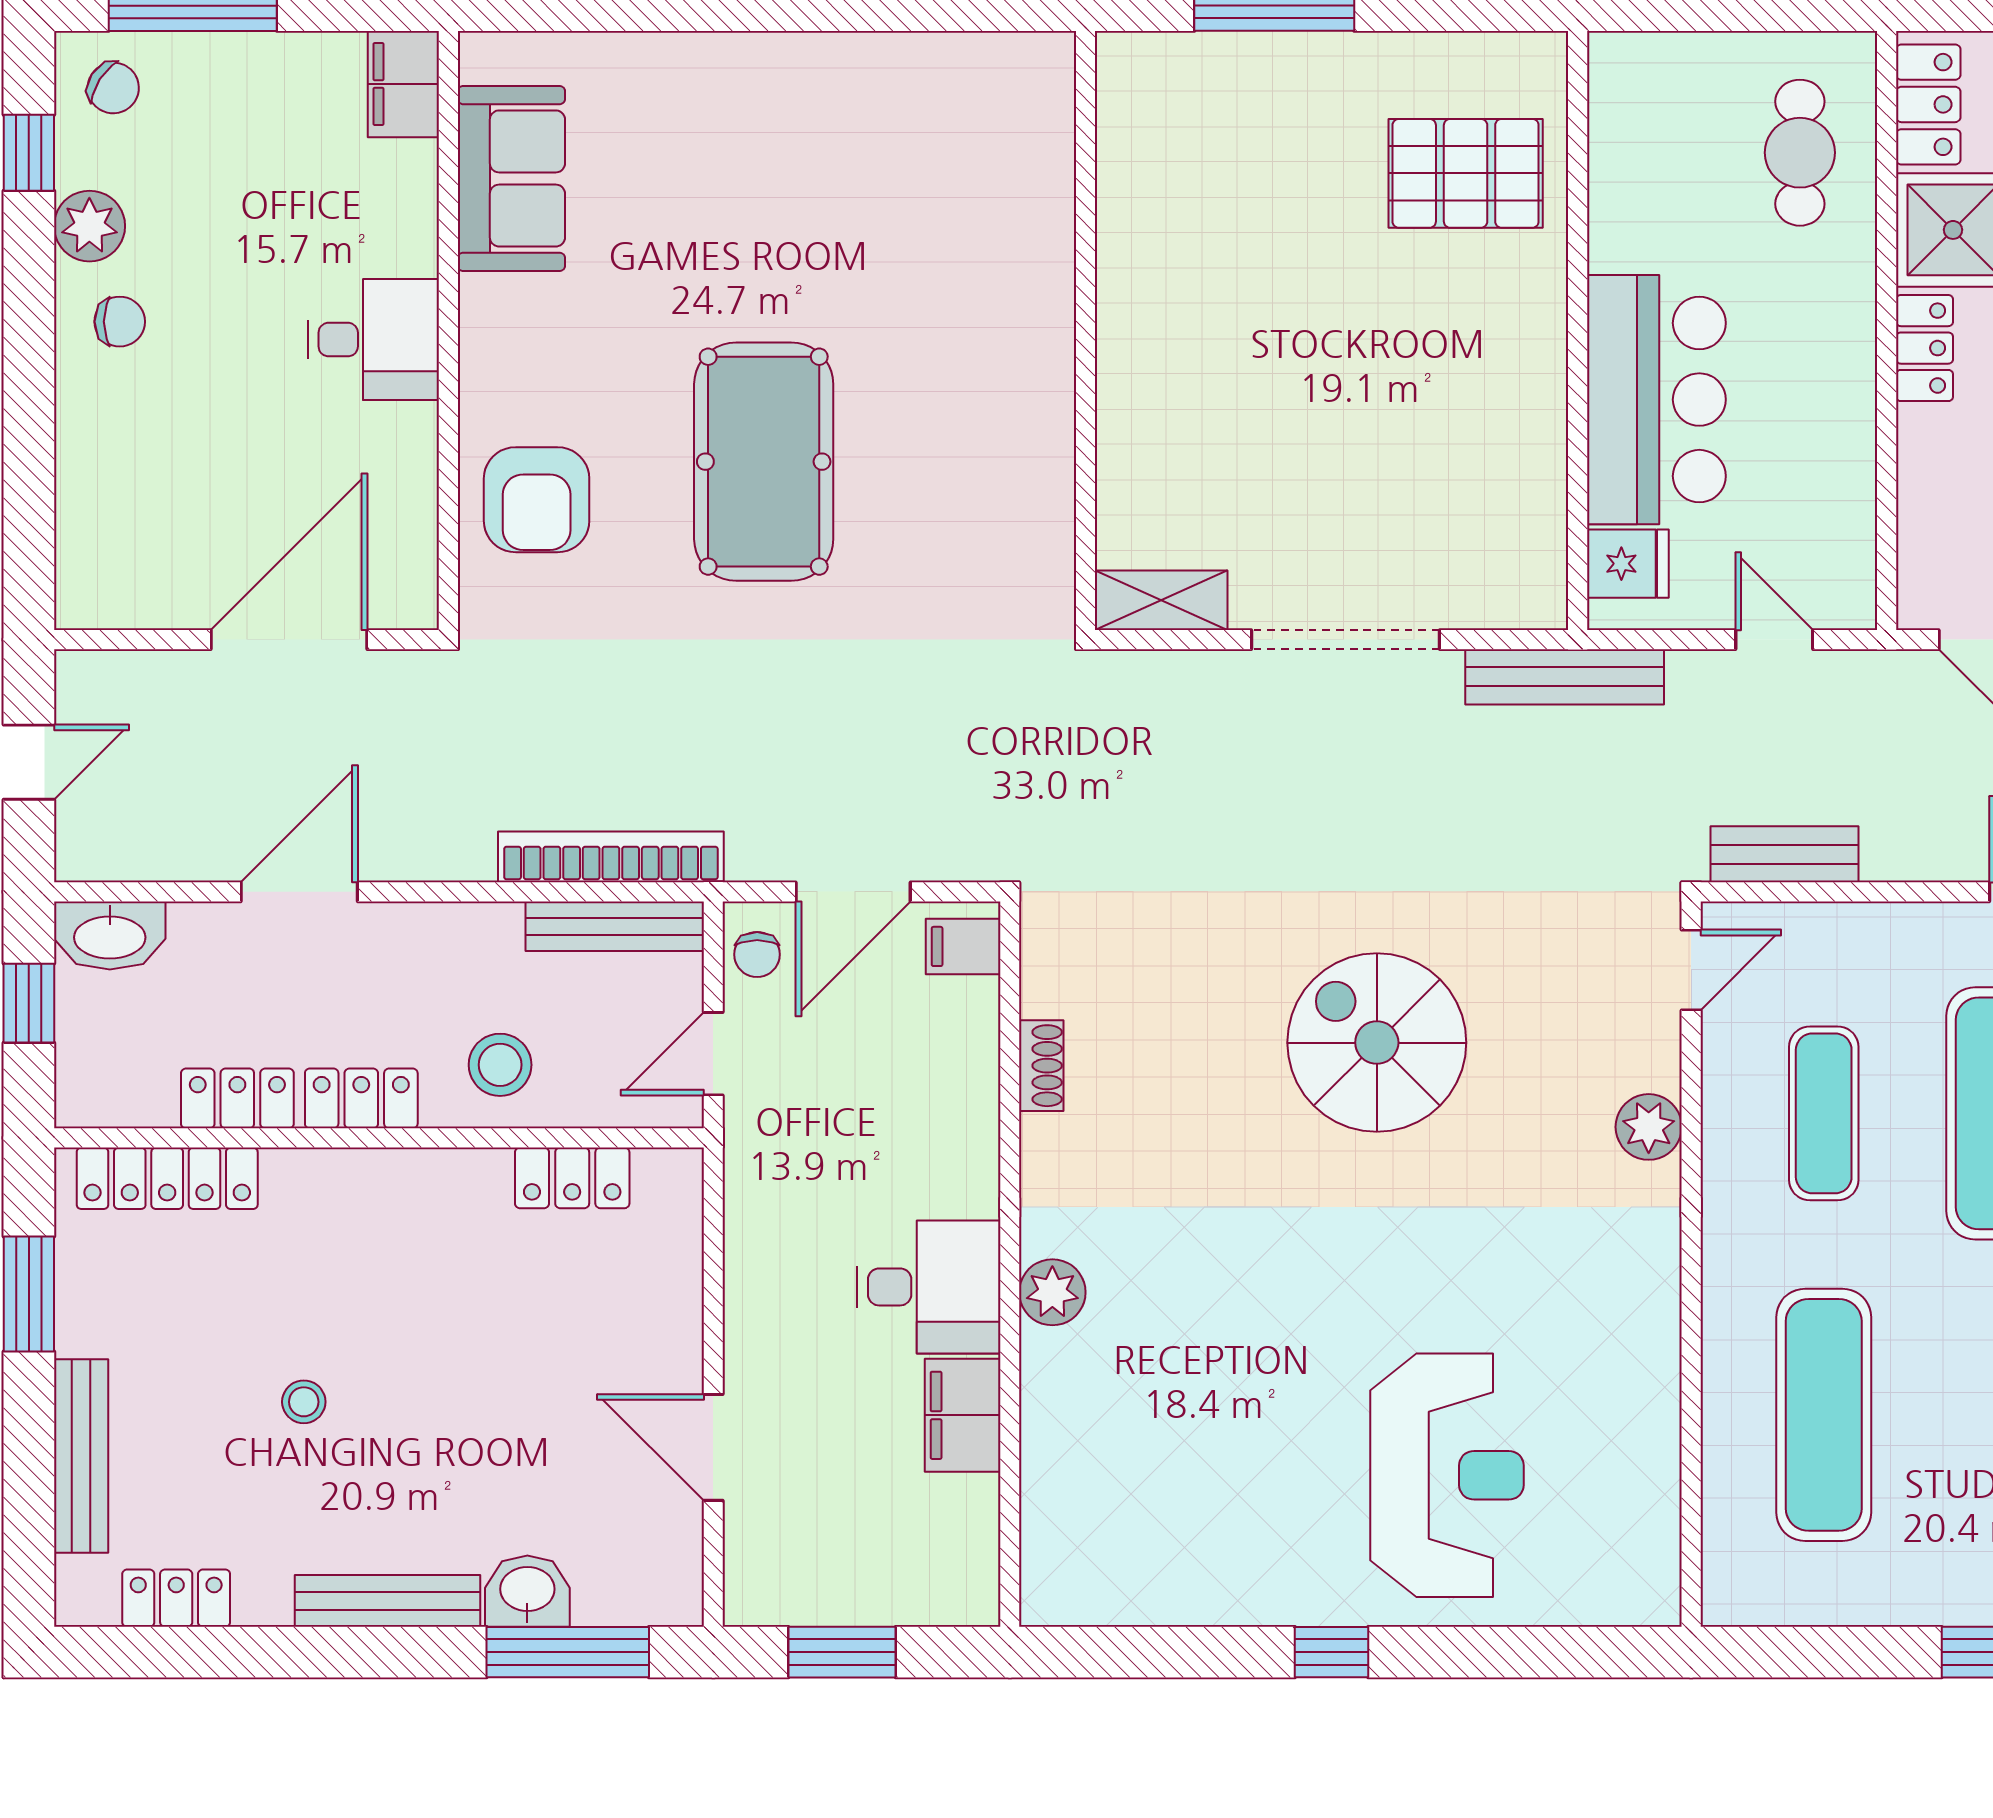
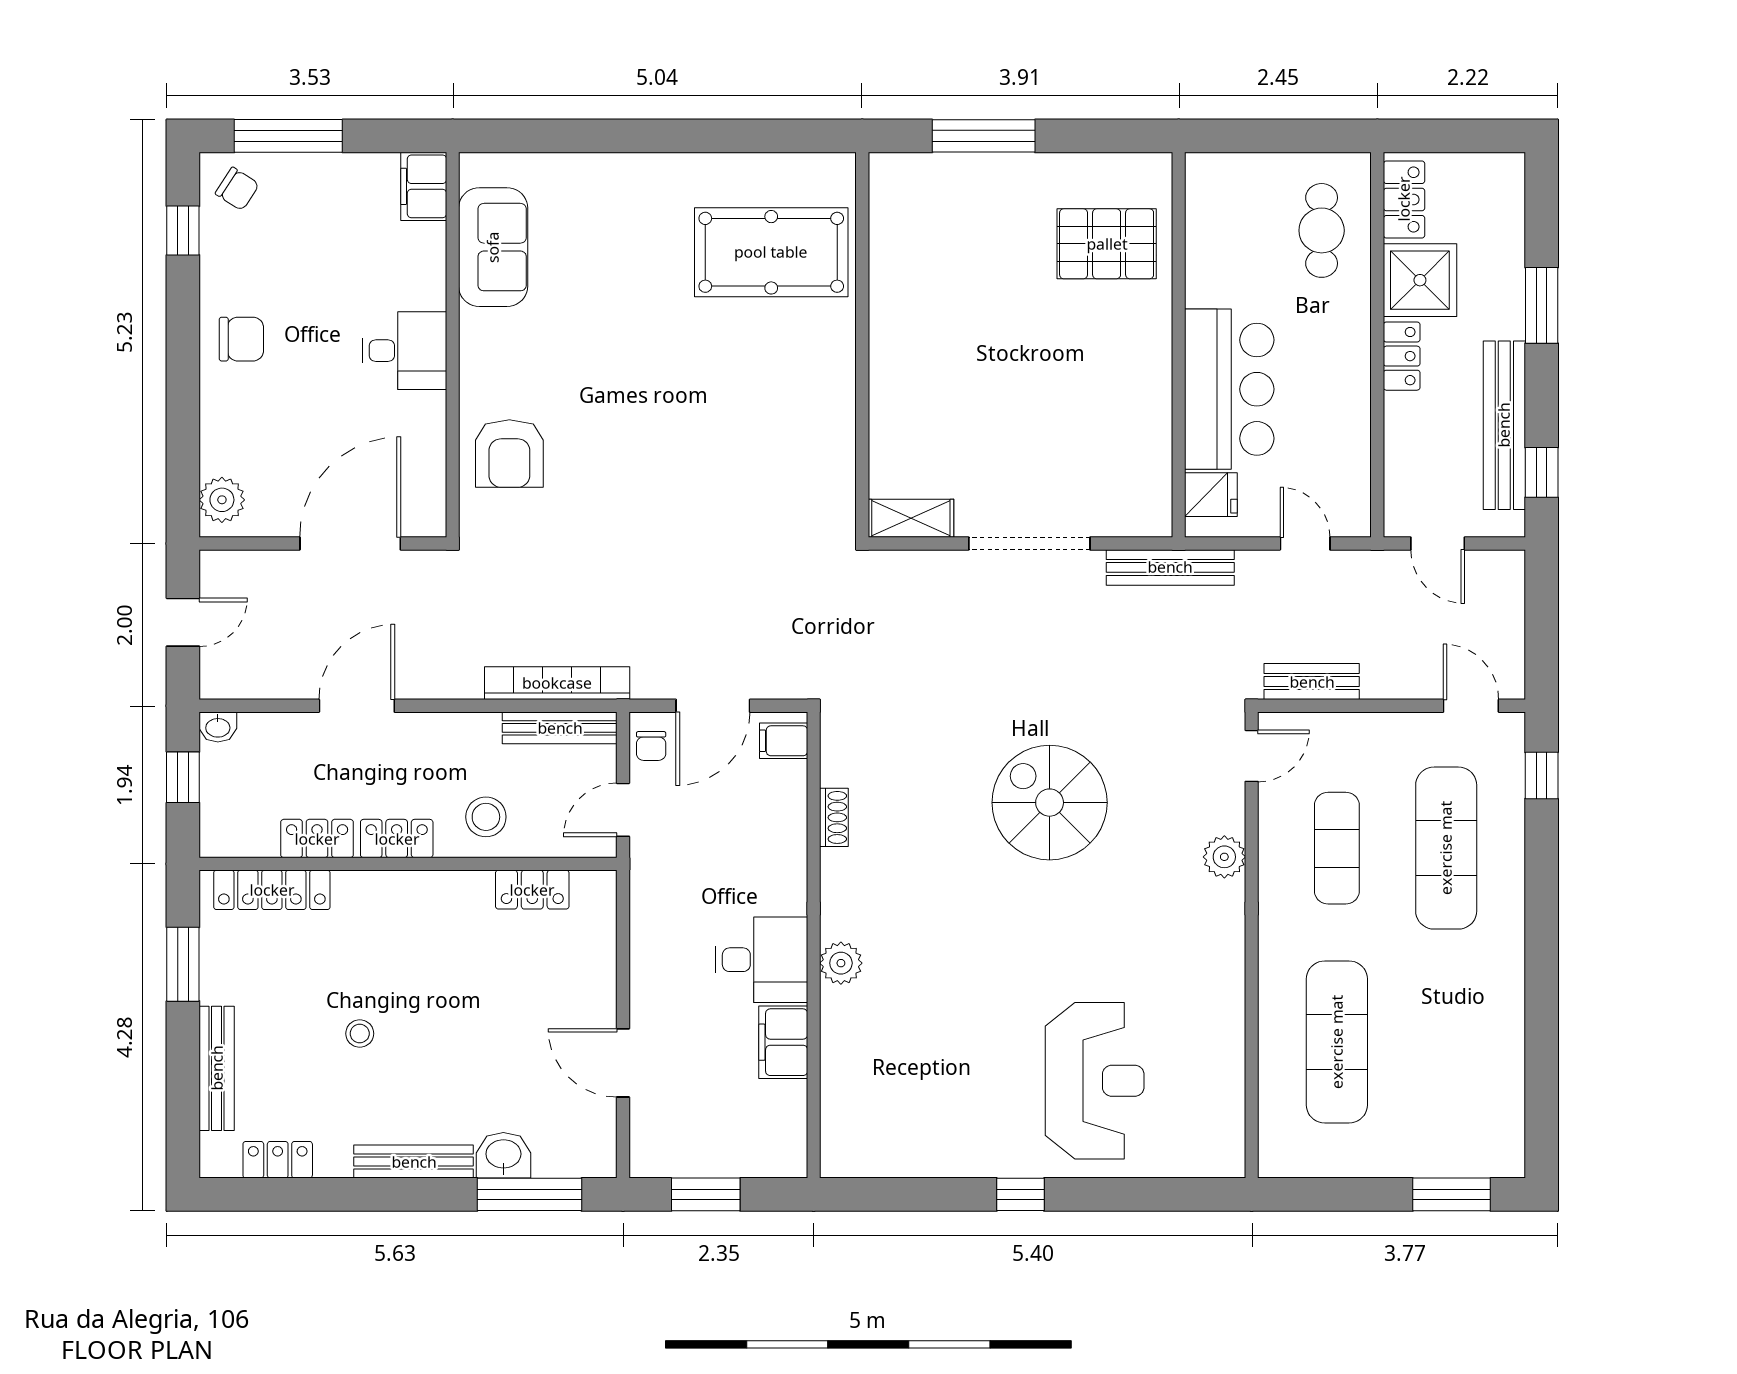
plant: (89, 226) -> (222, 500), moved
chair: (120, 322) -> (241, 339), width x1.37, depth x1.37
pool table: (764, 462) -> (771, 252), moved, turned 90
washbasin: (110, 935) -> (218, 727), width x0.52, depth x0.69

